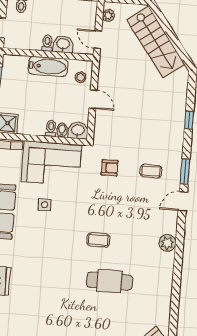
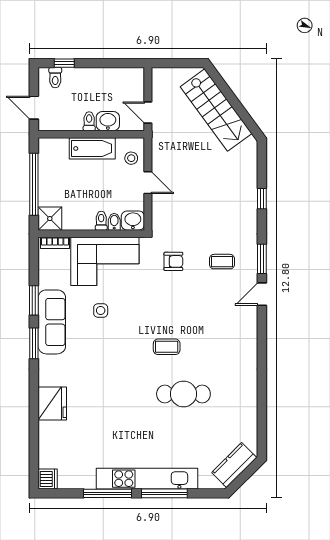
plant: (108, 16) -> (158, 83), removed
plant: (167, 243) -> (248, 344), removed

